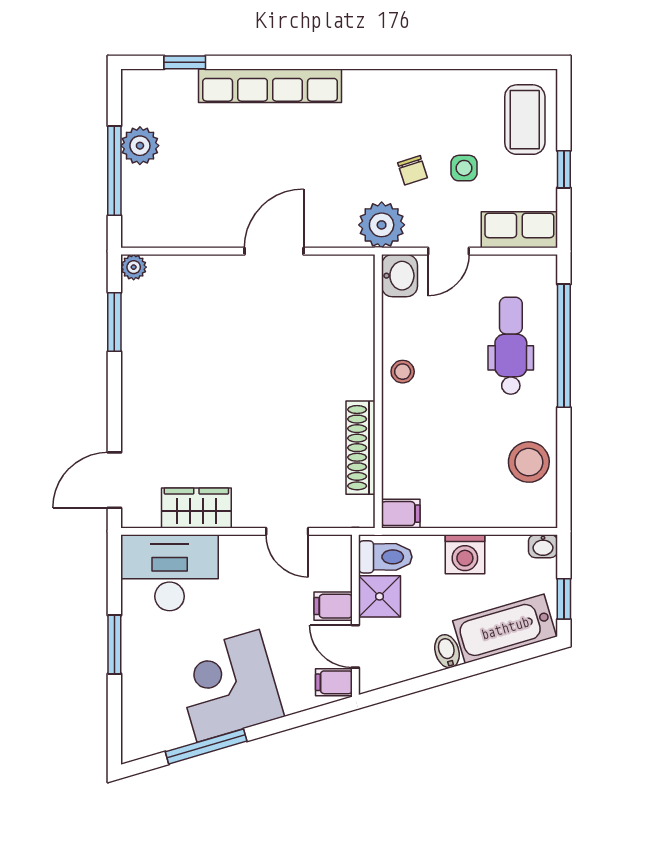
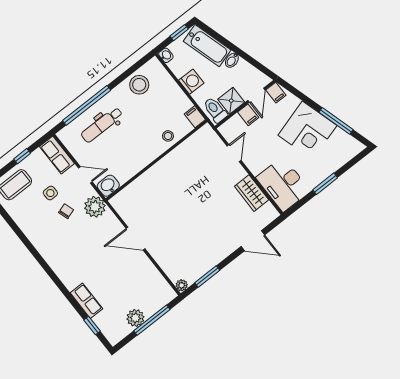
row of seats: (270, 86) -> (86, 301), width x0.50
stool: (403, 372) -> (168, 136), moved
shoe rack: (361, 448) -> (182, 150), removed
door: (114, 480) -> (253, 241), moved

